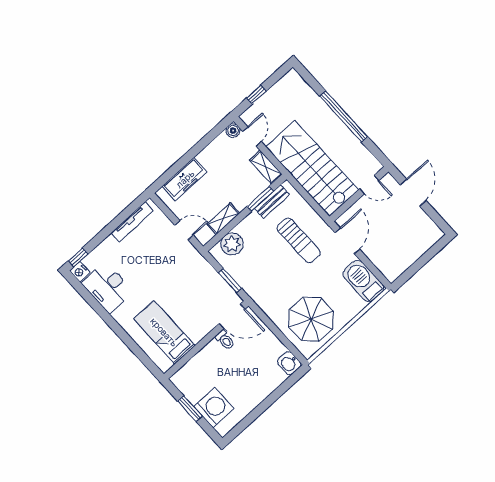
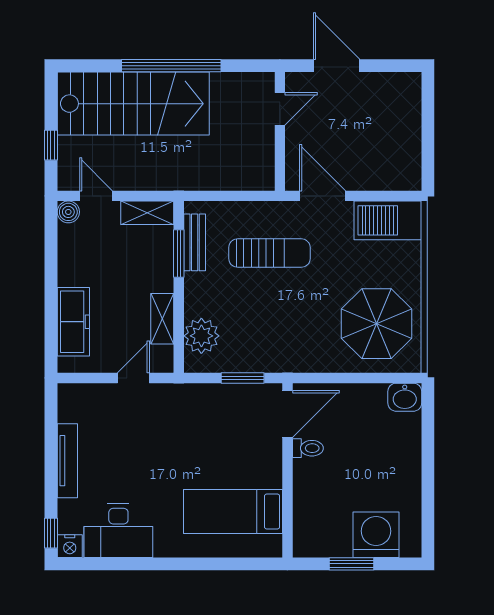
stairs: (312, 168) -> (133, 104), moved, turned 180
tv unit: (132, 222) -> (67, 461), moved

